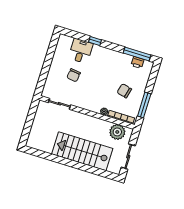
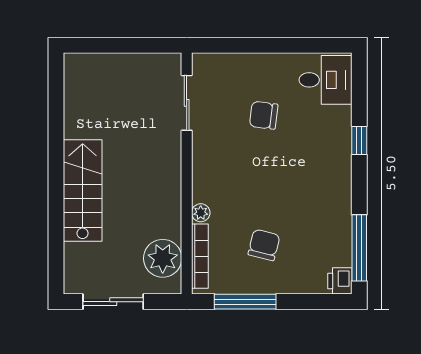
desk: (81, 51) -> (325, 80), moved
printer: (137, 62) -> (340, 281), moved
stairs: (82, 151) -> (83, 191), width x0.73, depth x0.66

